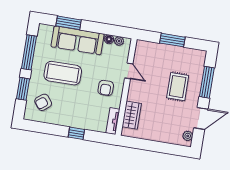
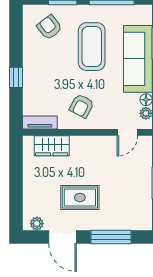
door: (129, 71) -> (127, 132), moved
rug: (178, 87) -> (80, 197), moved
armchair: (106, 88) -> (82, 106), turned -62

